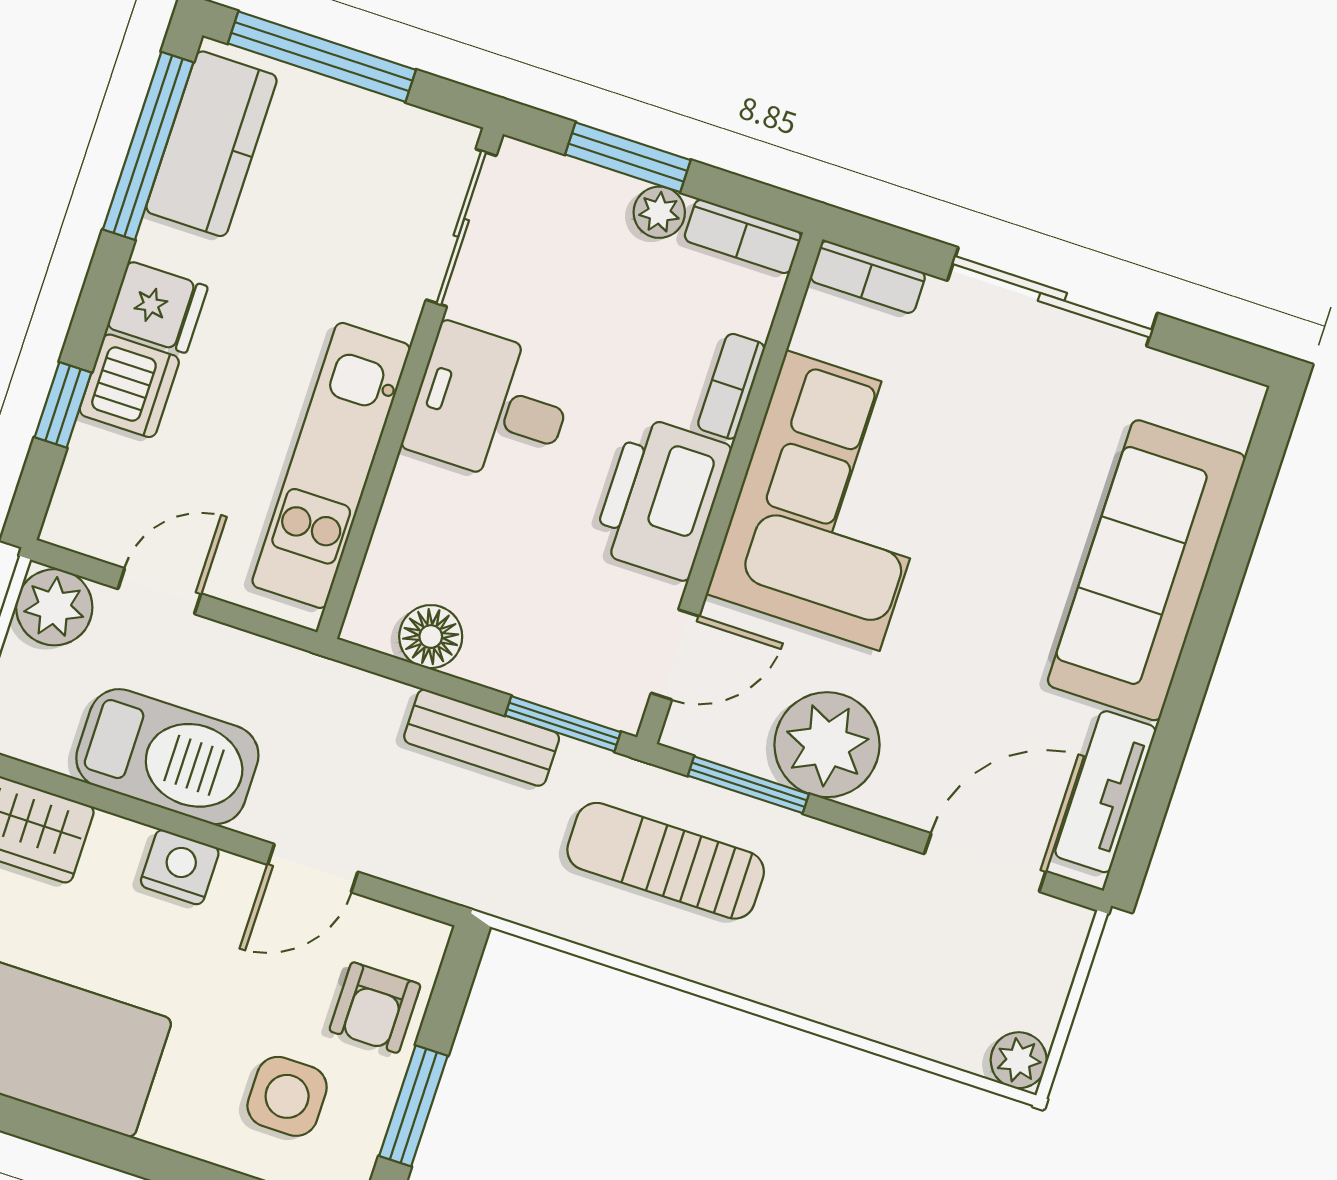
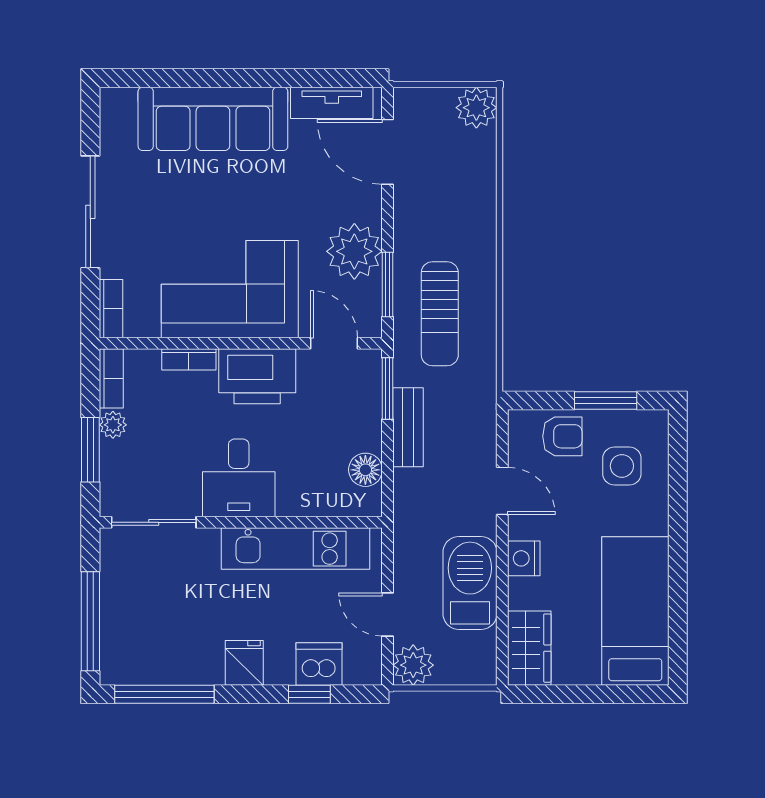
kitchen counter: (211, 144) -> (153, 663), removed
dishwasher: (129, 386) -> (319, 664), moved
plant: (1019, 1060) -> (476, 108), width x1.38, depth x1.38

